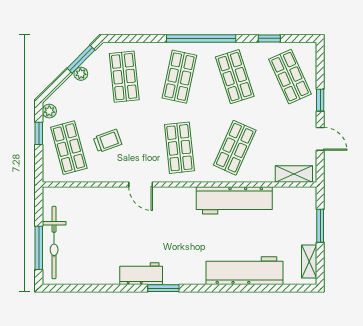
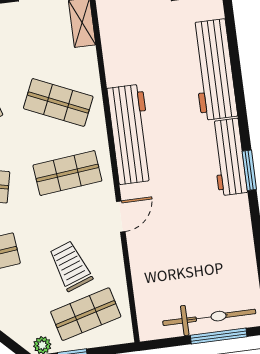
trolley: (107, 141) -> (71, 266), width x1.36, depth x1.39
workbench: (234, 200) -> (131, 134), moved
workbench: (141, 274) -> (229, 157), moved, width x1.38

